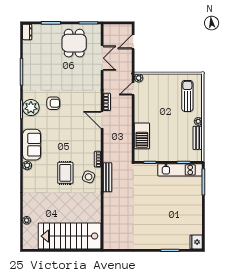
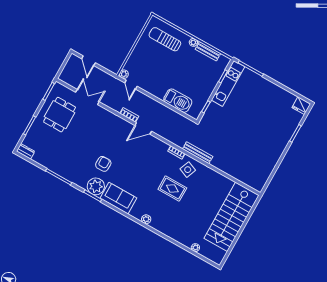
dining table: (74, 43) -> (60, 115), turned 90
sofa: (32, 145) -> (118, 198), moved

